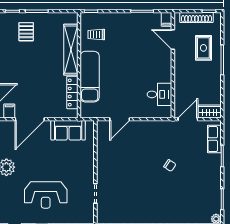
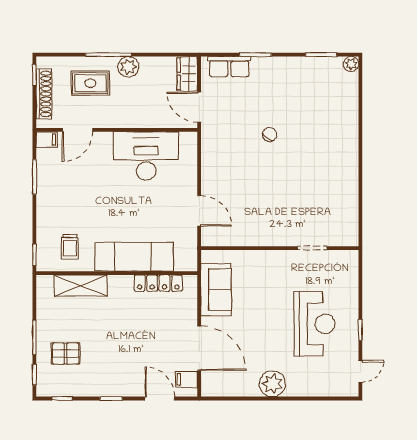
shelving: (71, 50) -> (81, 286), width x0.68
plant: (214, 73) -> (128, 67), added
desk: (159, 94) -> (146, 156), width x1.87, depth x1.30

